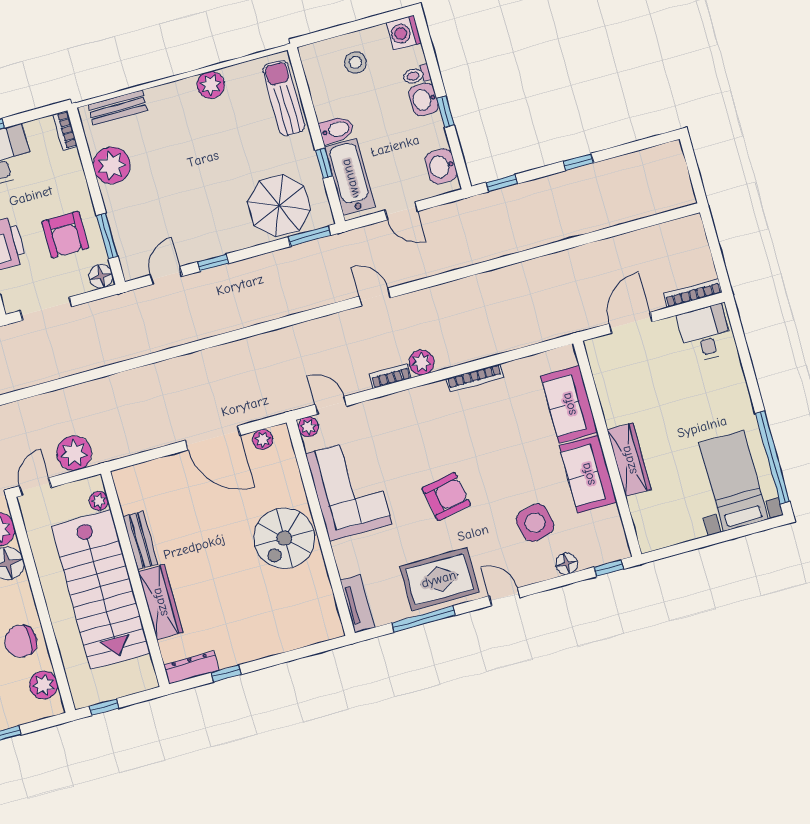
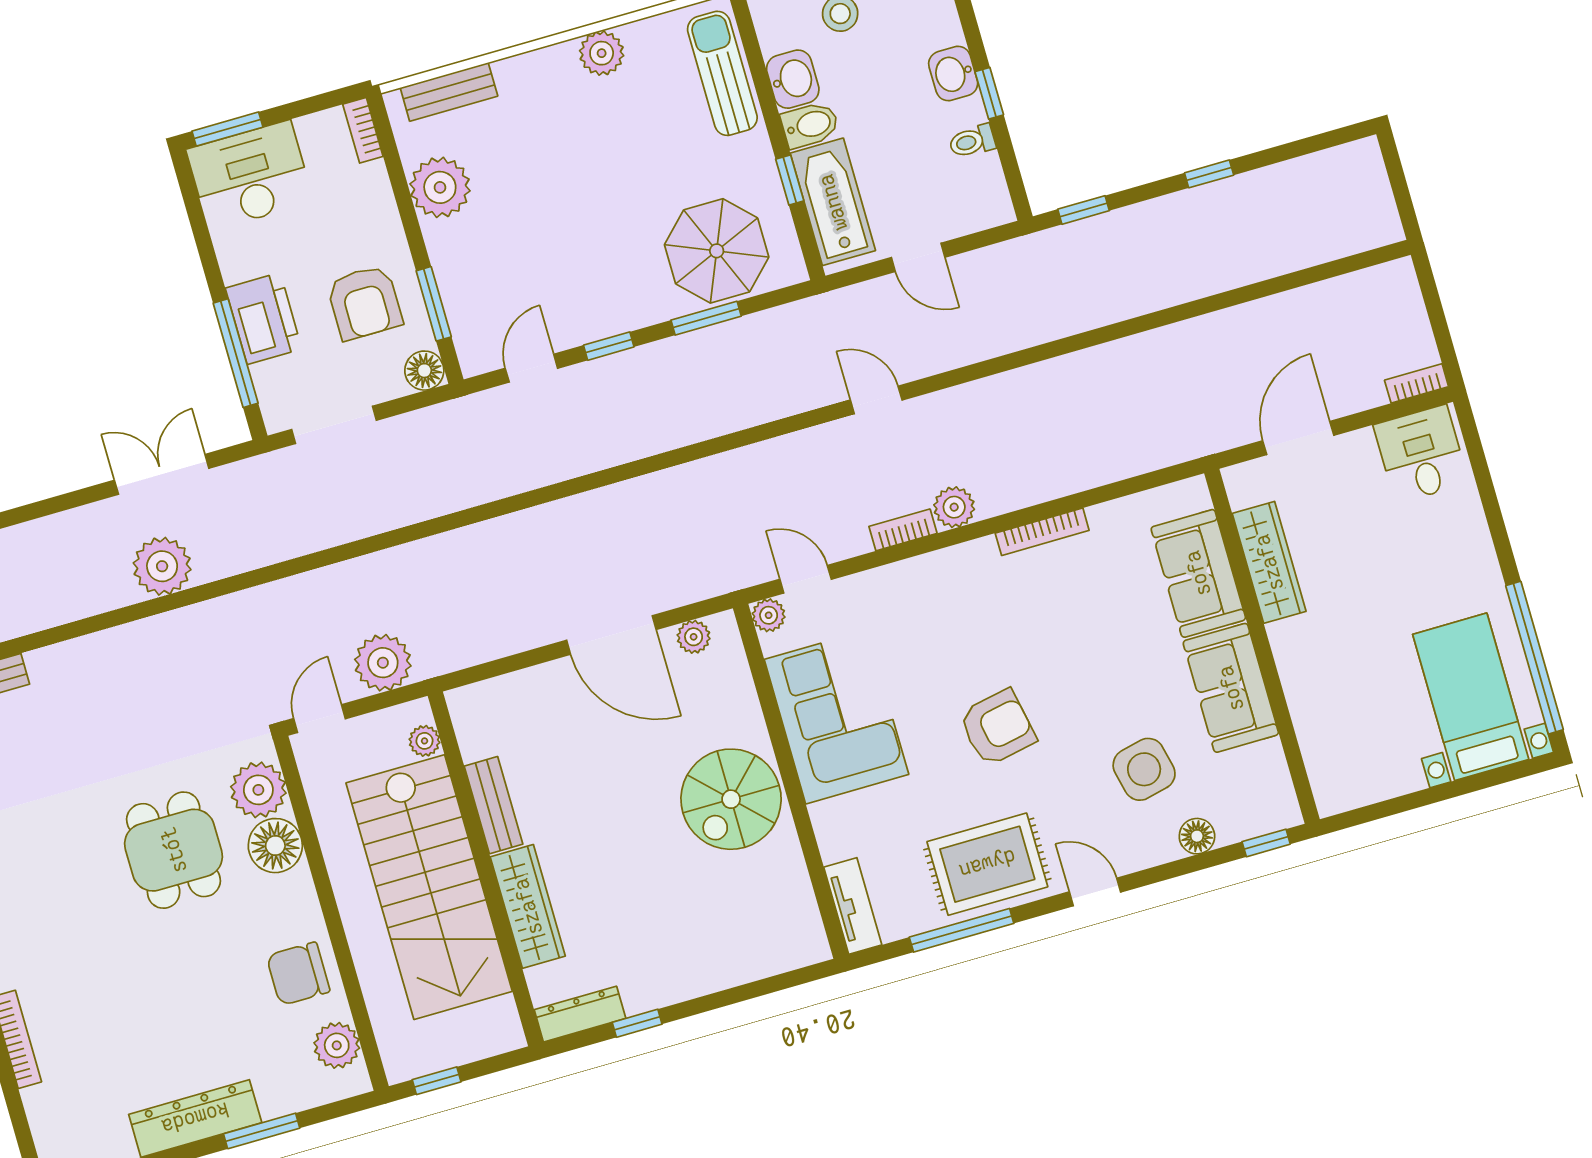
toilet: (417, 75) -> (972, 141), moved
washbasin: (441, 166) -> (793, 79), moved, turned 180
window: (310, 236) -> (706, 318), moved
bookcase: (693, 293) -> (1417, 383), width x0.64
wardrobe: (629, 460) -> (1269, 562), moved

